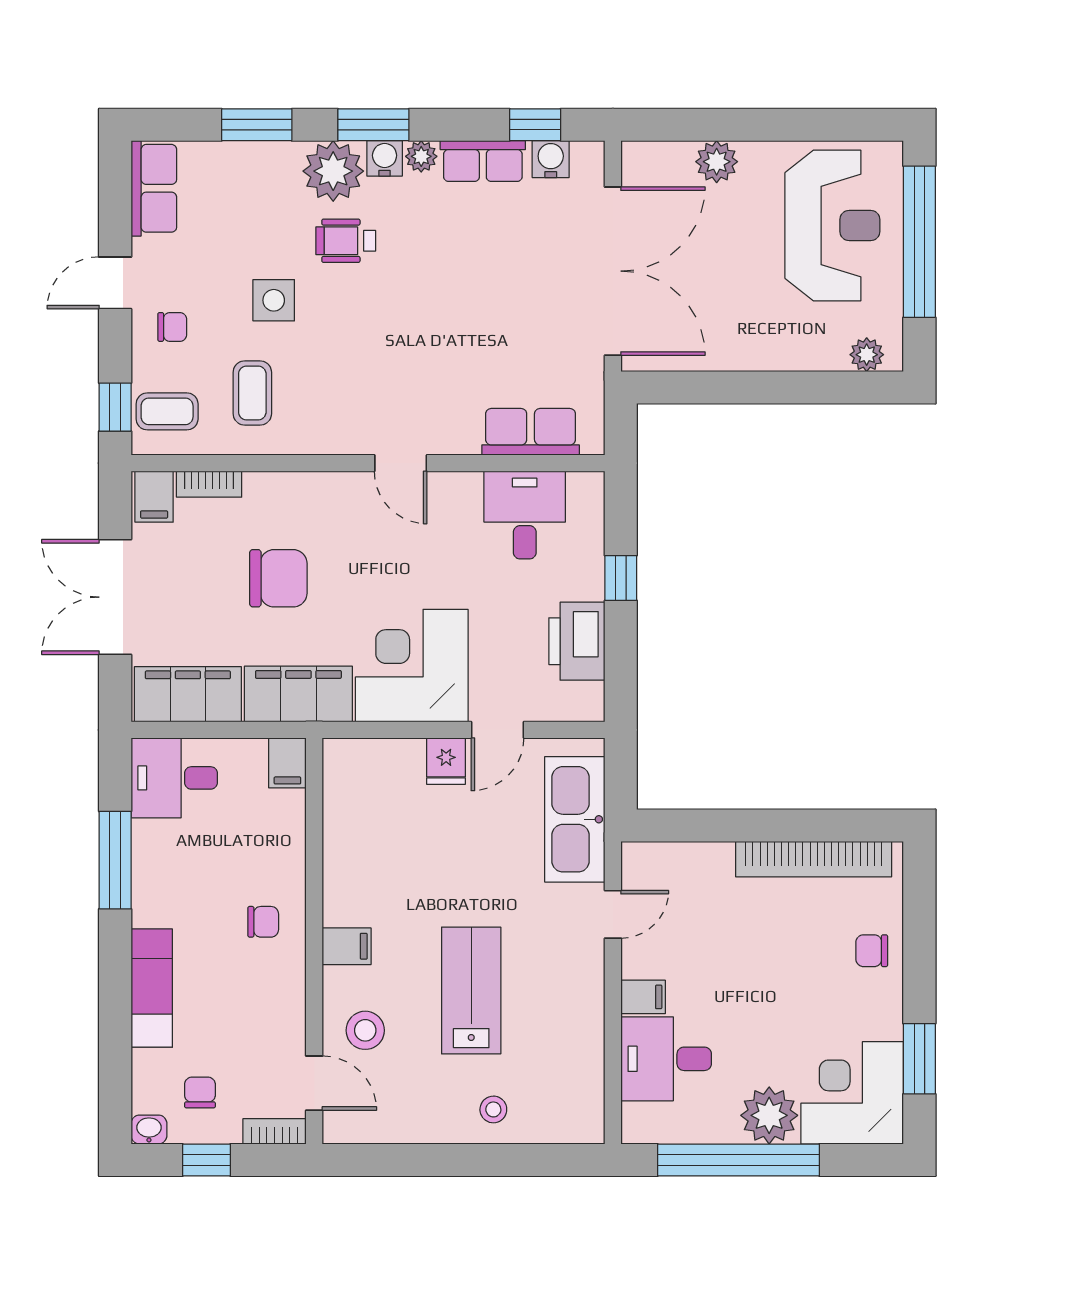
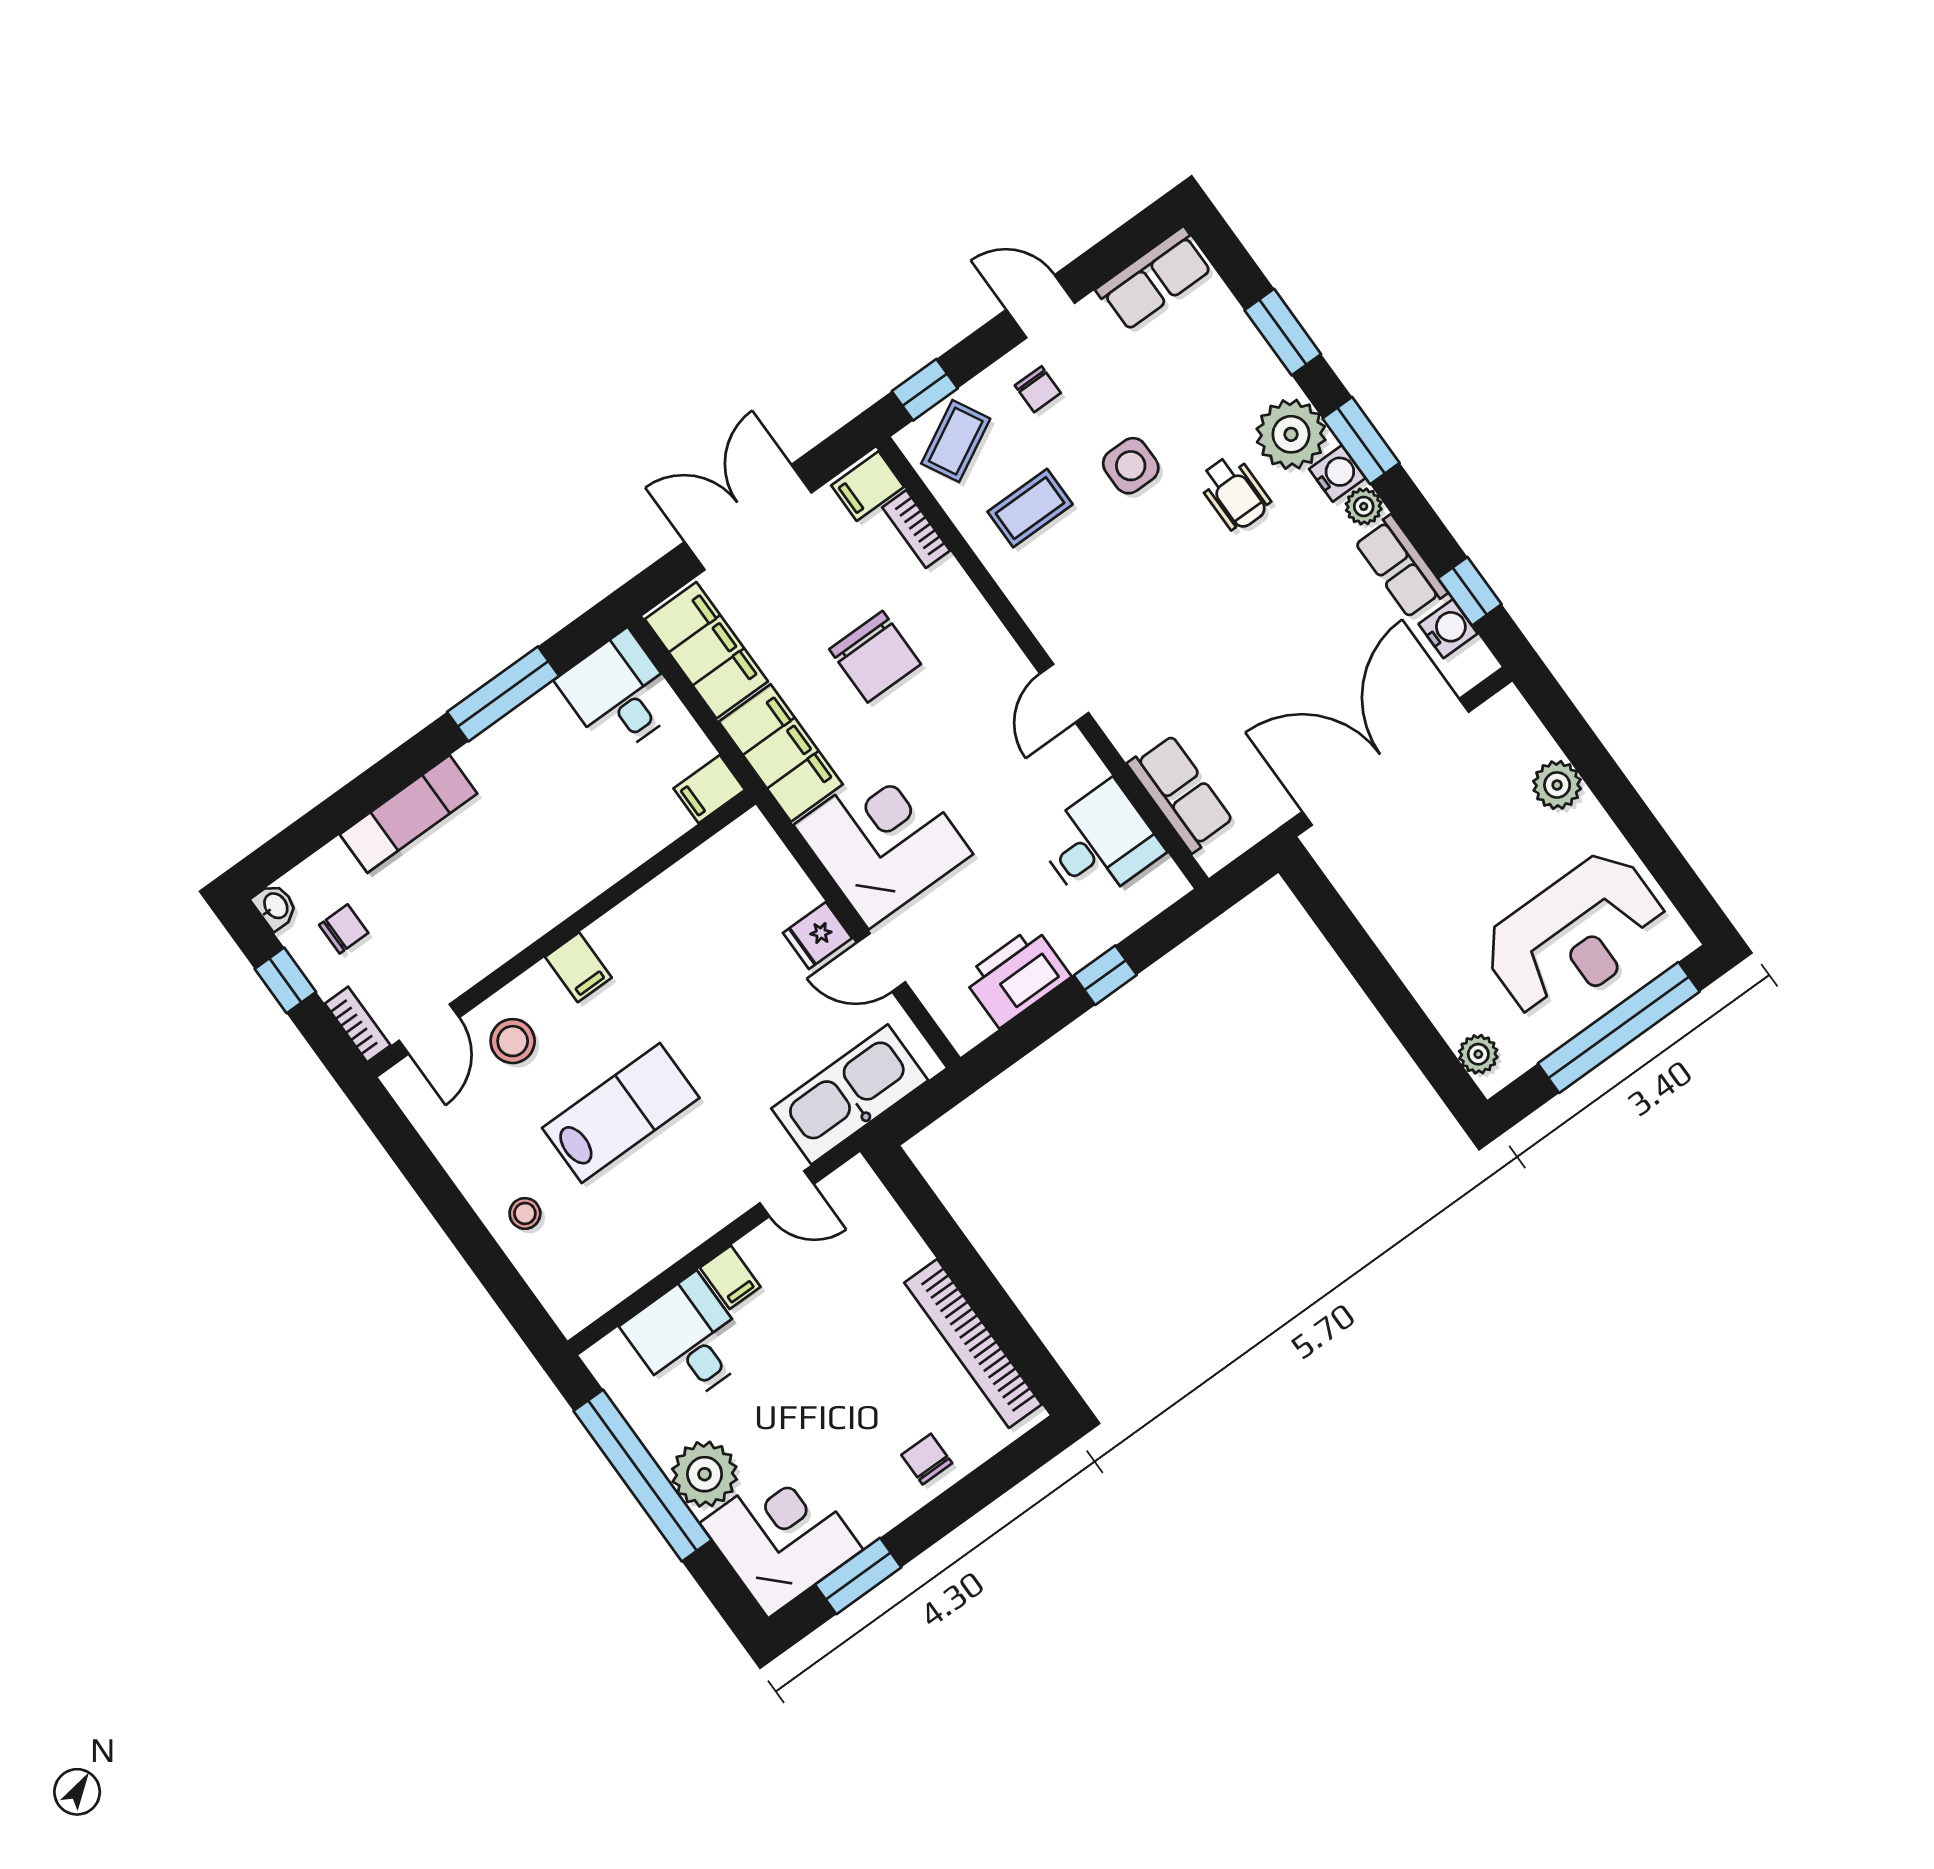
wheelchair: (346, 241) -> (1234, 493), turned 180
double door: (613, 271) -> (1386, 762), swing flipped
coffee table: (167, 411) -> (956, 441), turned 62
chair: (263, 922) -> (545, 873), removed

